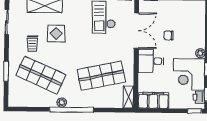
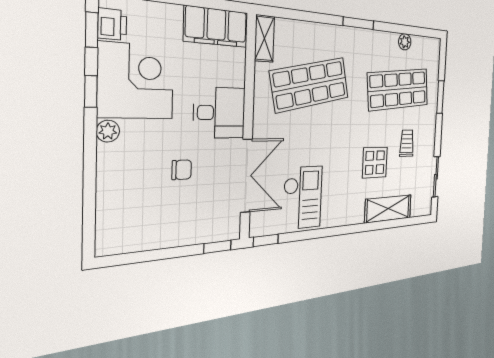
double door: (136, 31) -> (246, 176), swing flipped
shop shelf: (41, 75) -> (398, 89), turned -30
plant: (62, 103) -> (405, 42), moved
window: (72, 110) -> (358, 23), width x0.47

